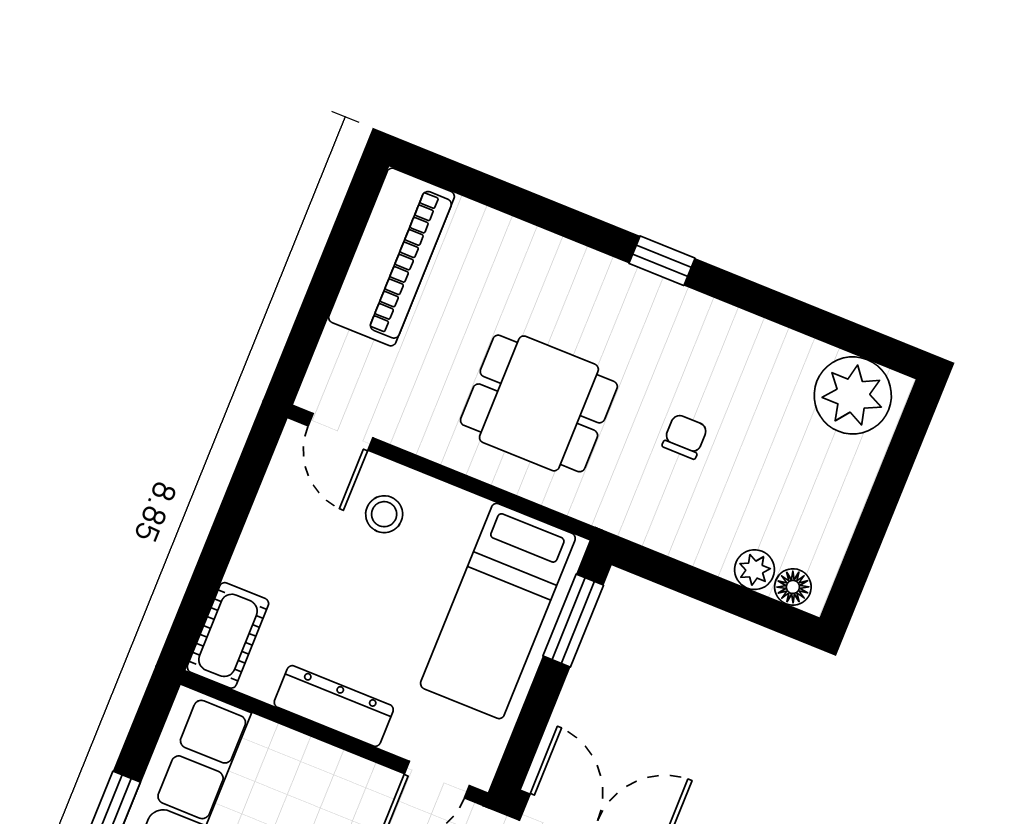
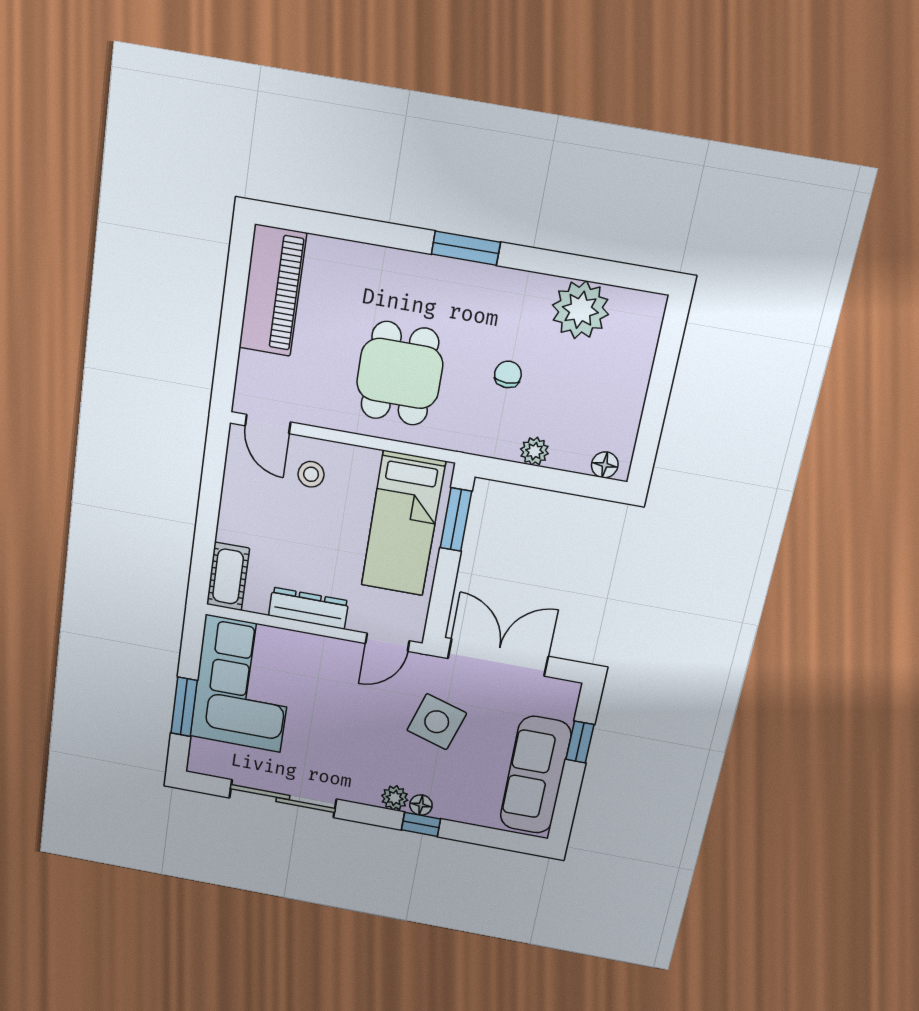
window: (662, 261) -> (466, 248), width x1.50
plant: (853, 395) -> (580, 310), moved
dining table: (539, 403) -> (400, 374), turned 90
plant: (755, 570) -> (534, 451), moved

